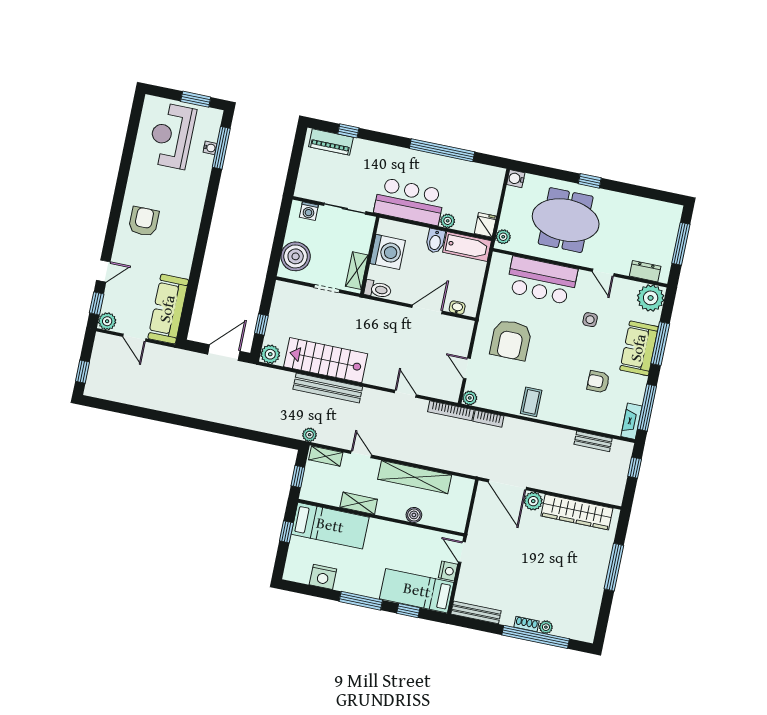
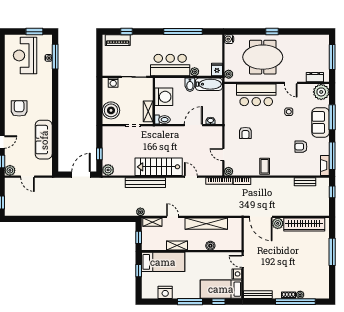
sofa: (168, 309) -> (44, 140), moved
armchair: (511, 340) -> (245, 133), width x0.53, depth x0.53
stairs: (326, 360) -> (159, 167), moved

